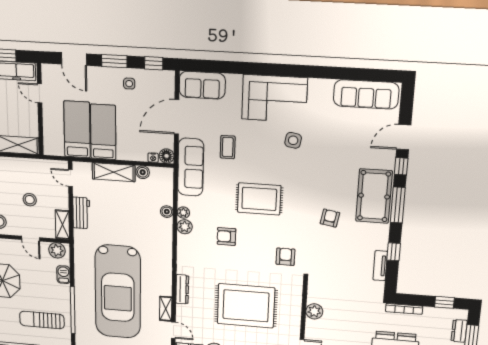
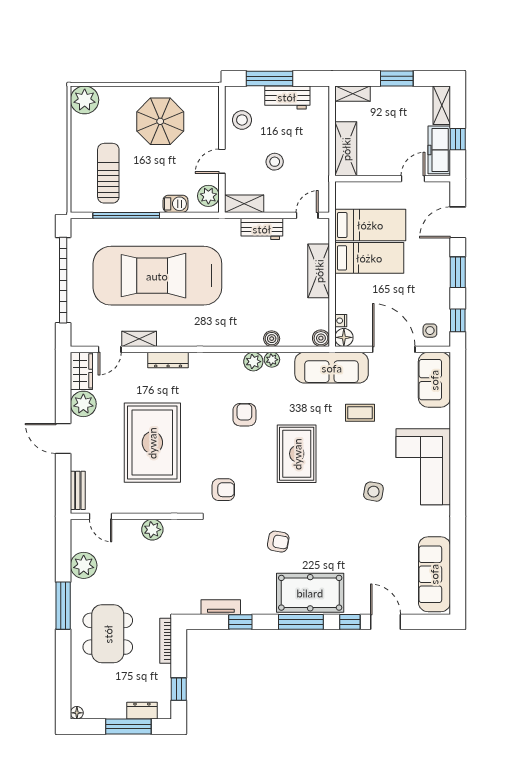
side table: (129, 84) -> (430, 331), moved
boiler: (143, 172) -> (321, 338), moved

